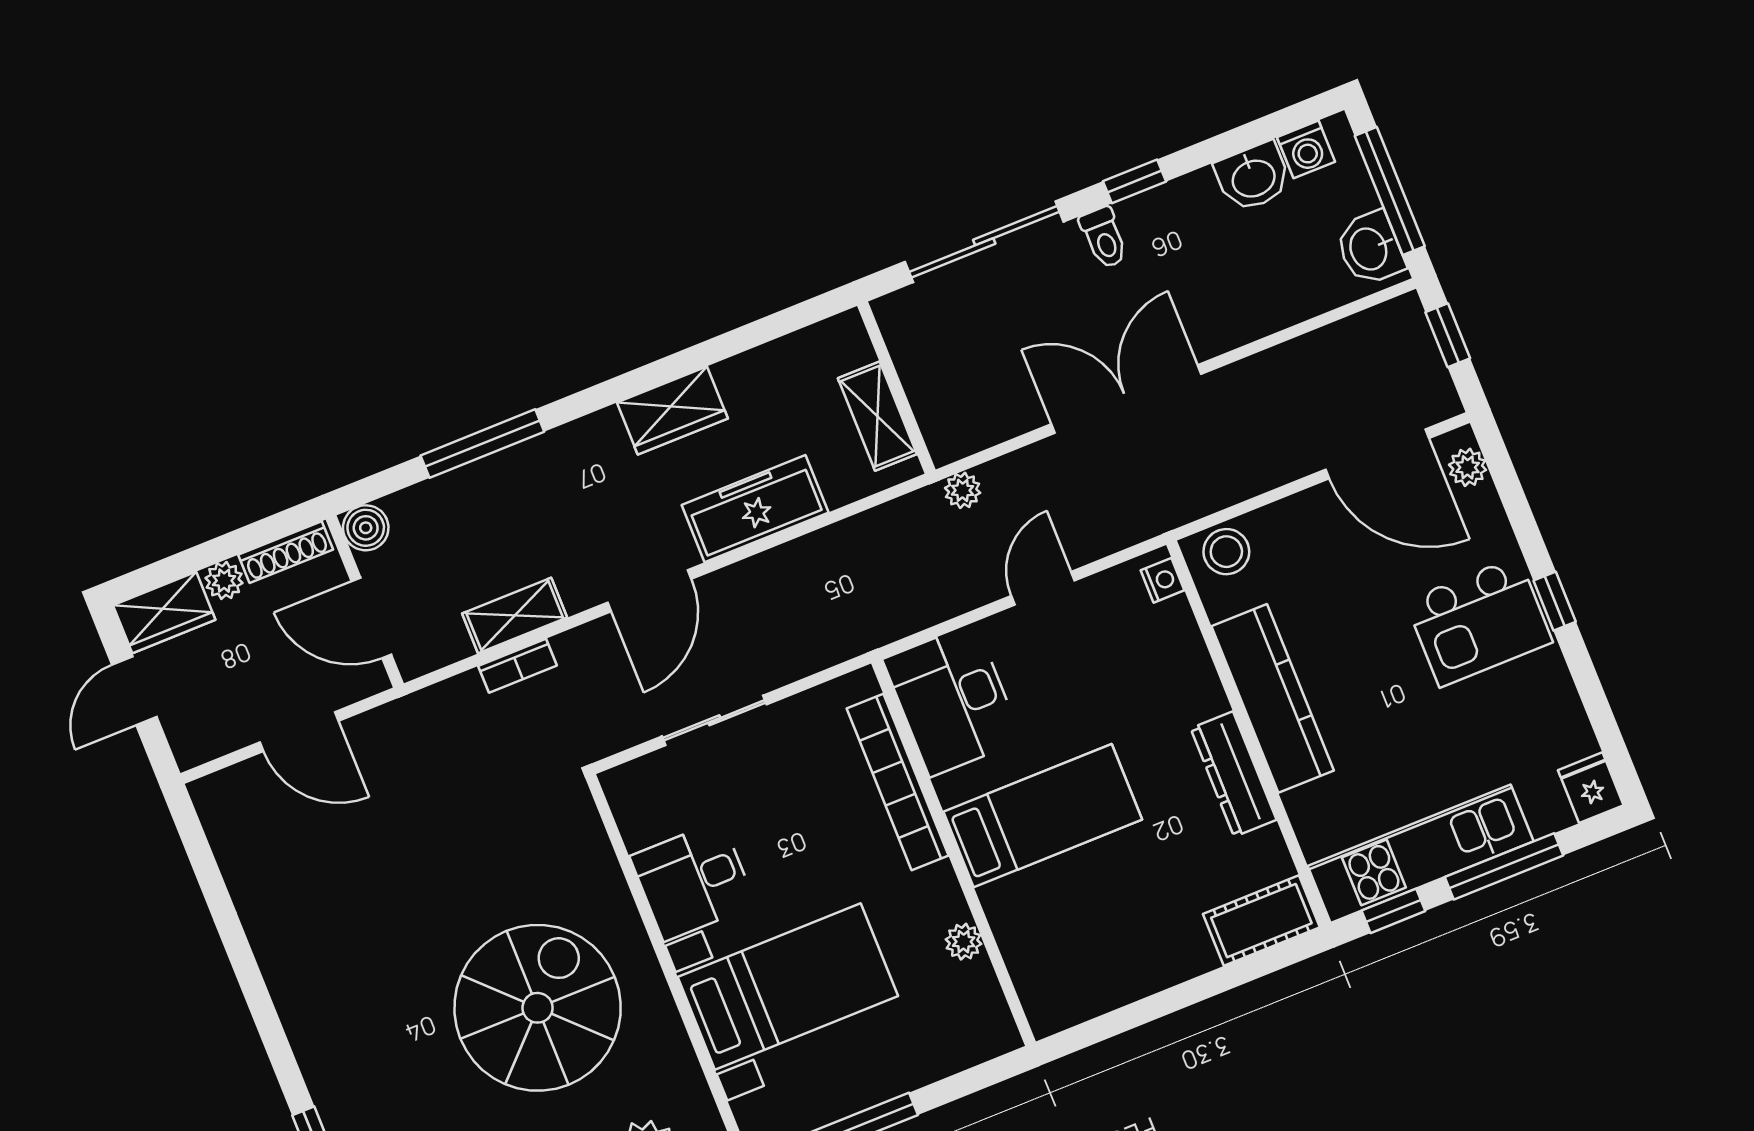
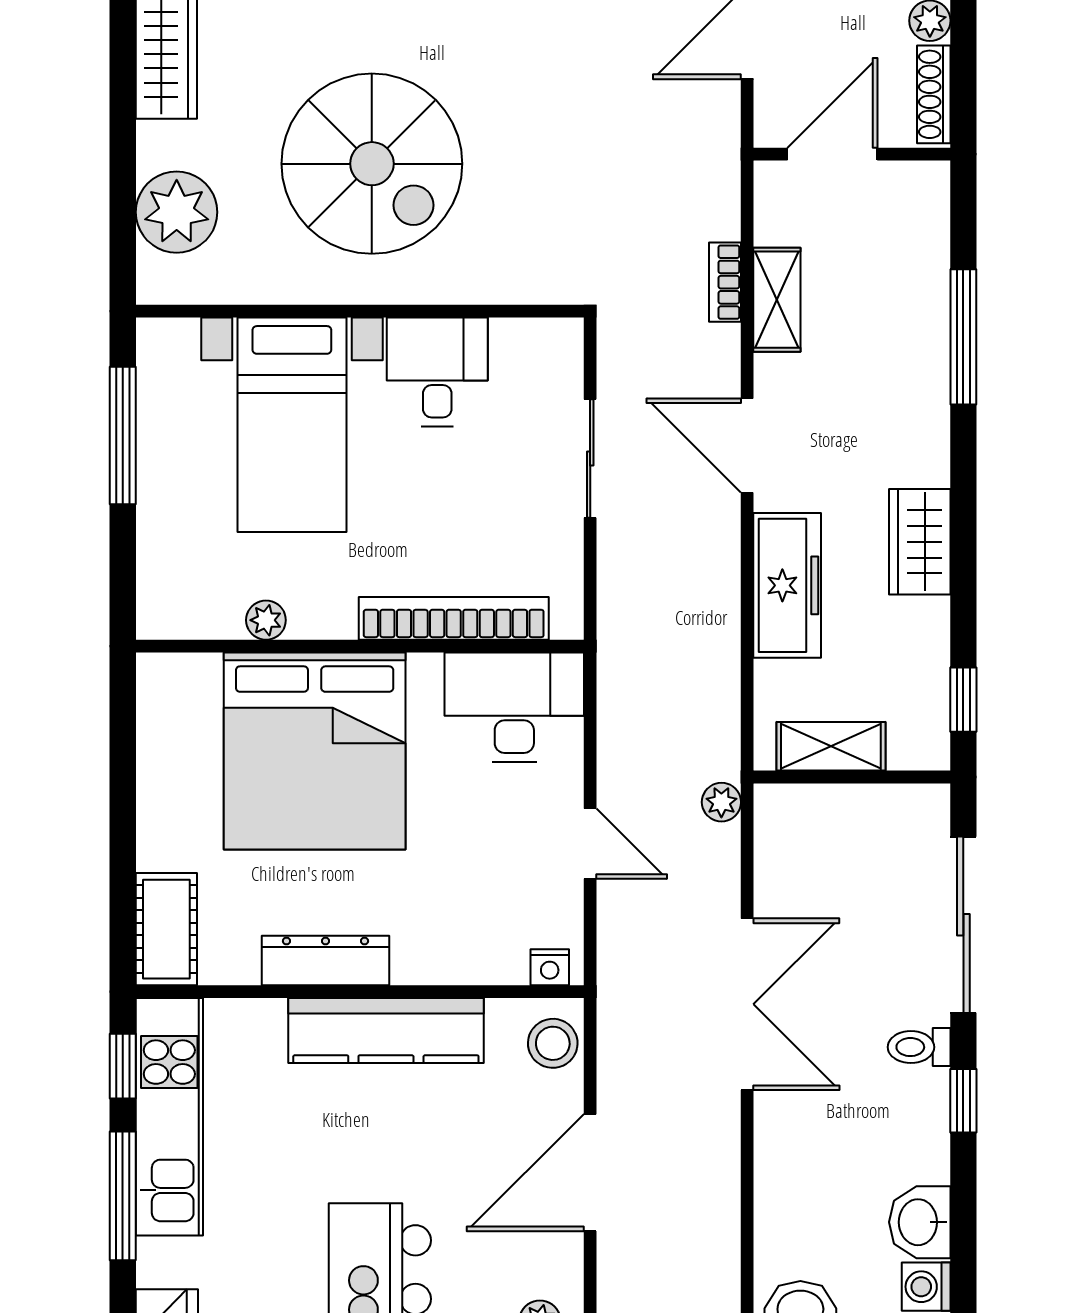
window: (792, 319) -> (963, 700), added
door: (1377, 454) -> (590, 1173), moved
boiler: (366, 528) -> (926, 185), removed
bed: (1043, 816) -> (315, 751), width x2.04

